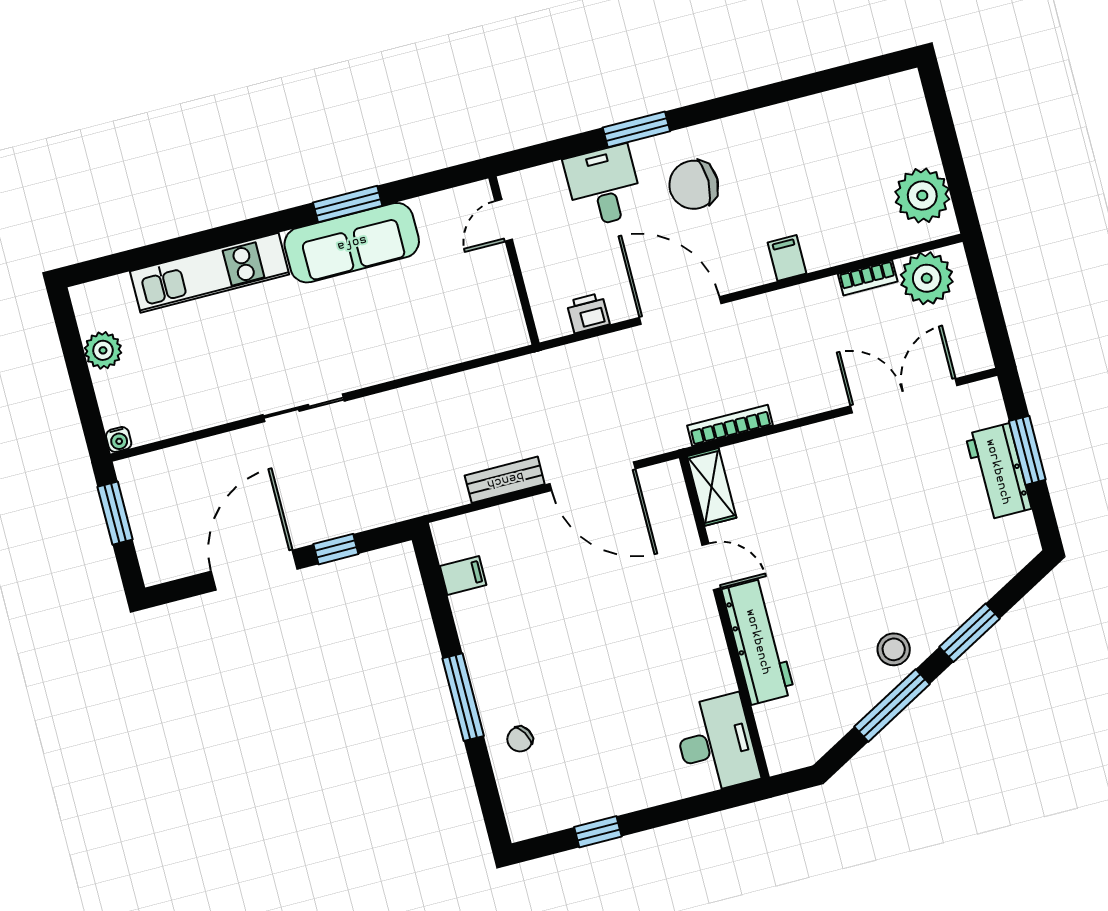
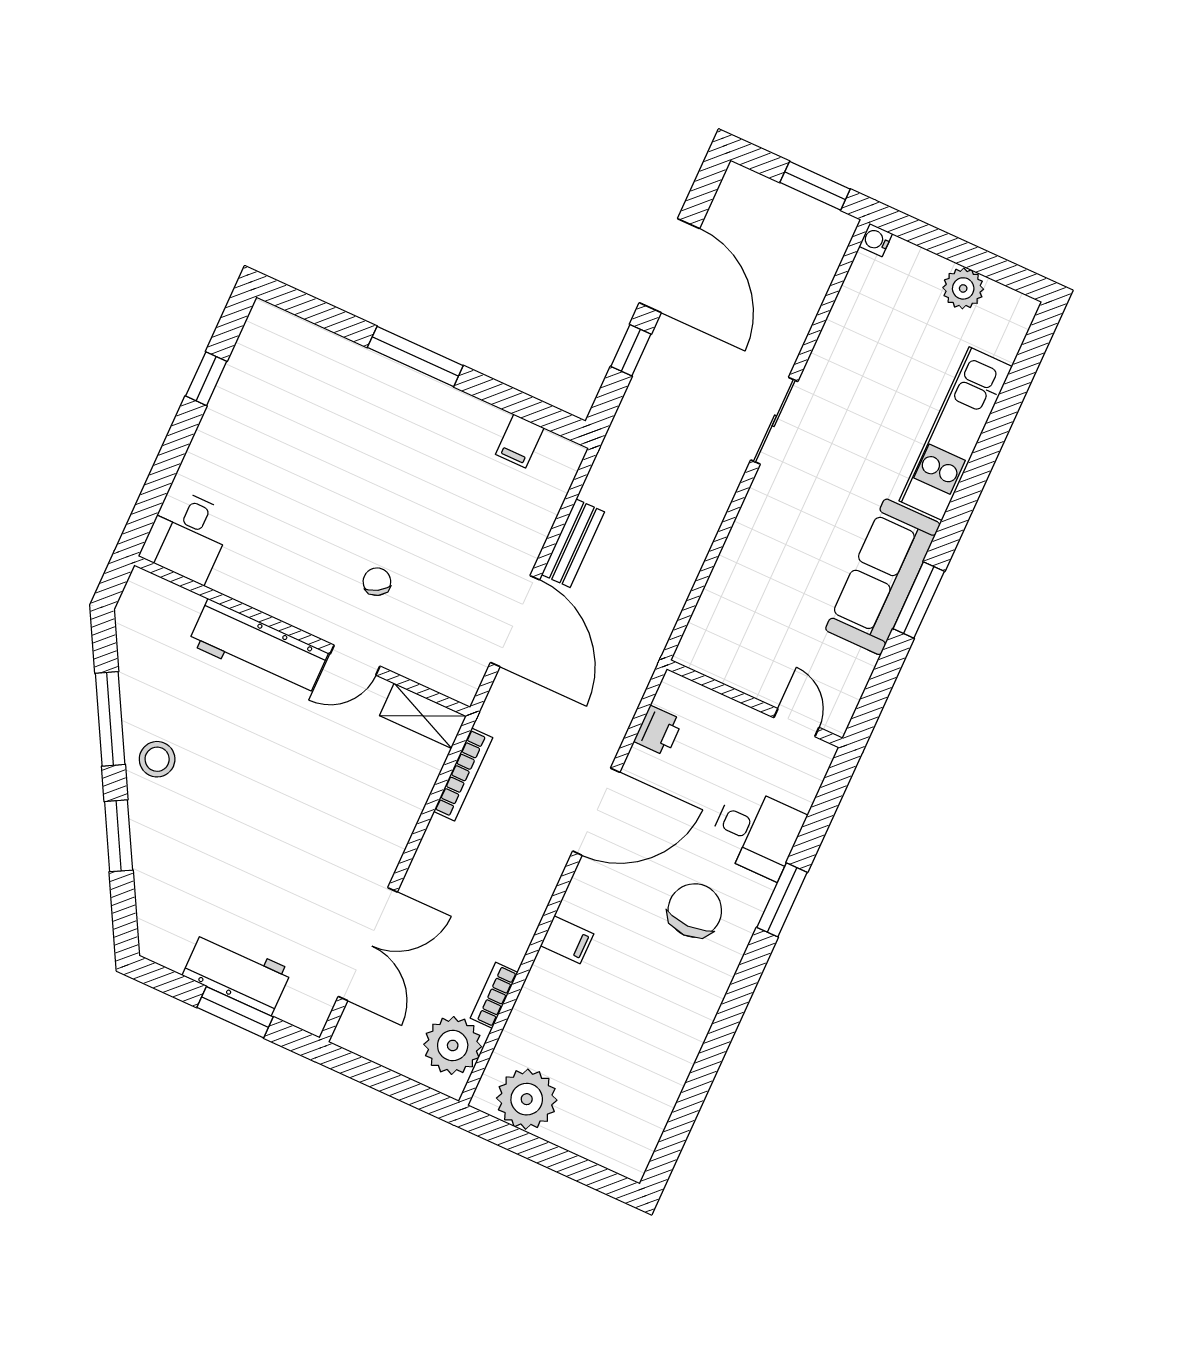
door: (592, 476) -> (515, 621), swing flipped
chair: (520, 739) -> (377, 582), moved
desk: (716, 744) -> (187, 536), width x0.73

